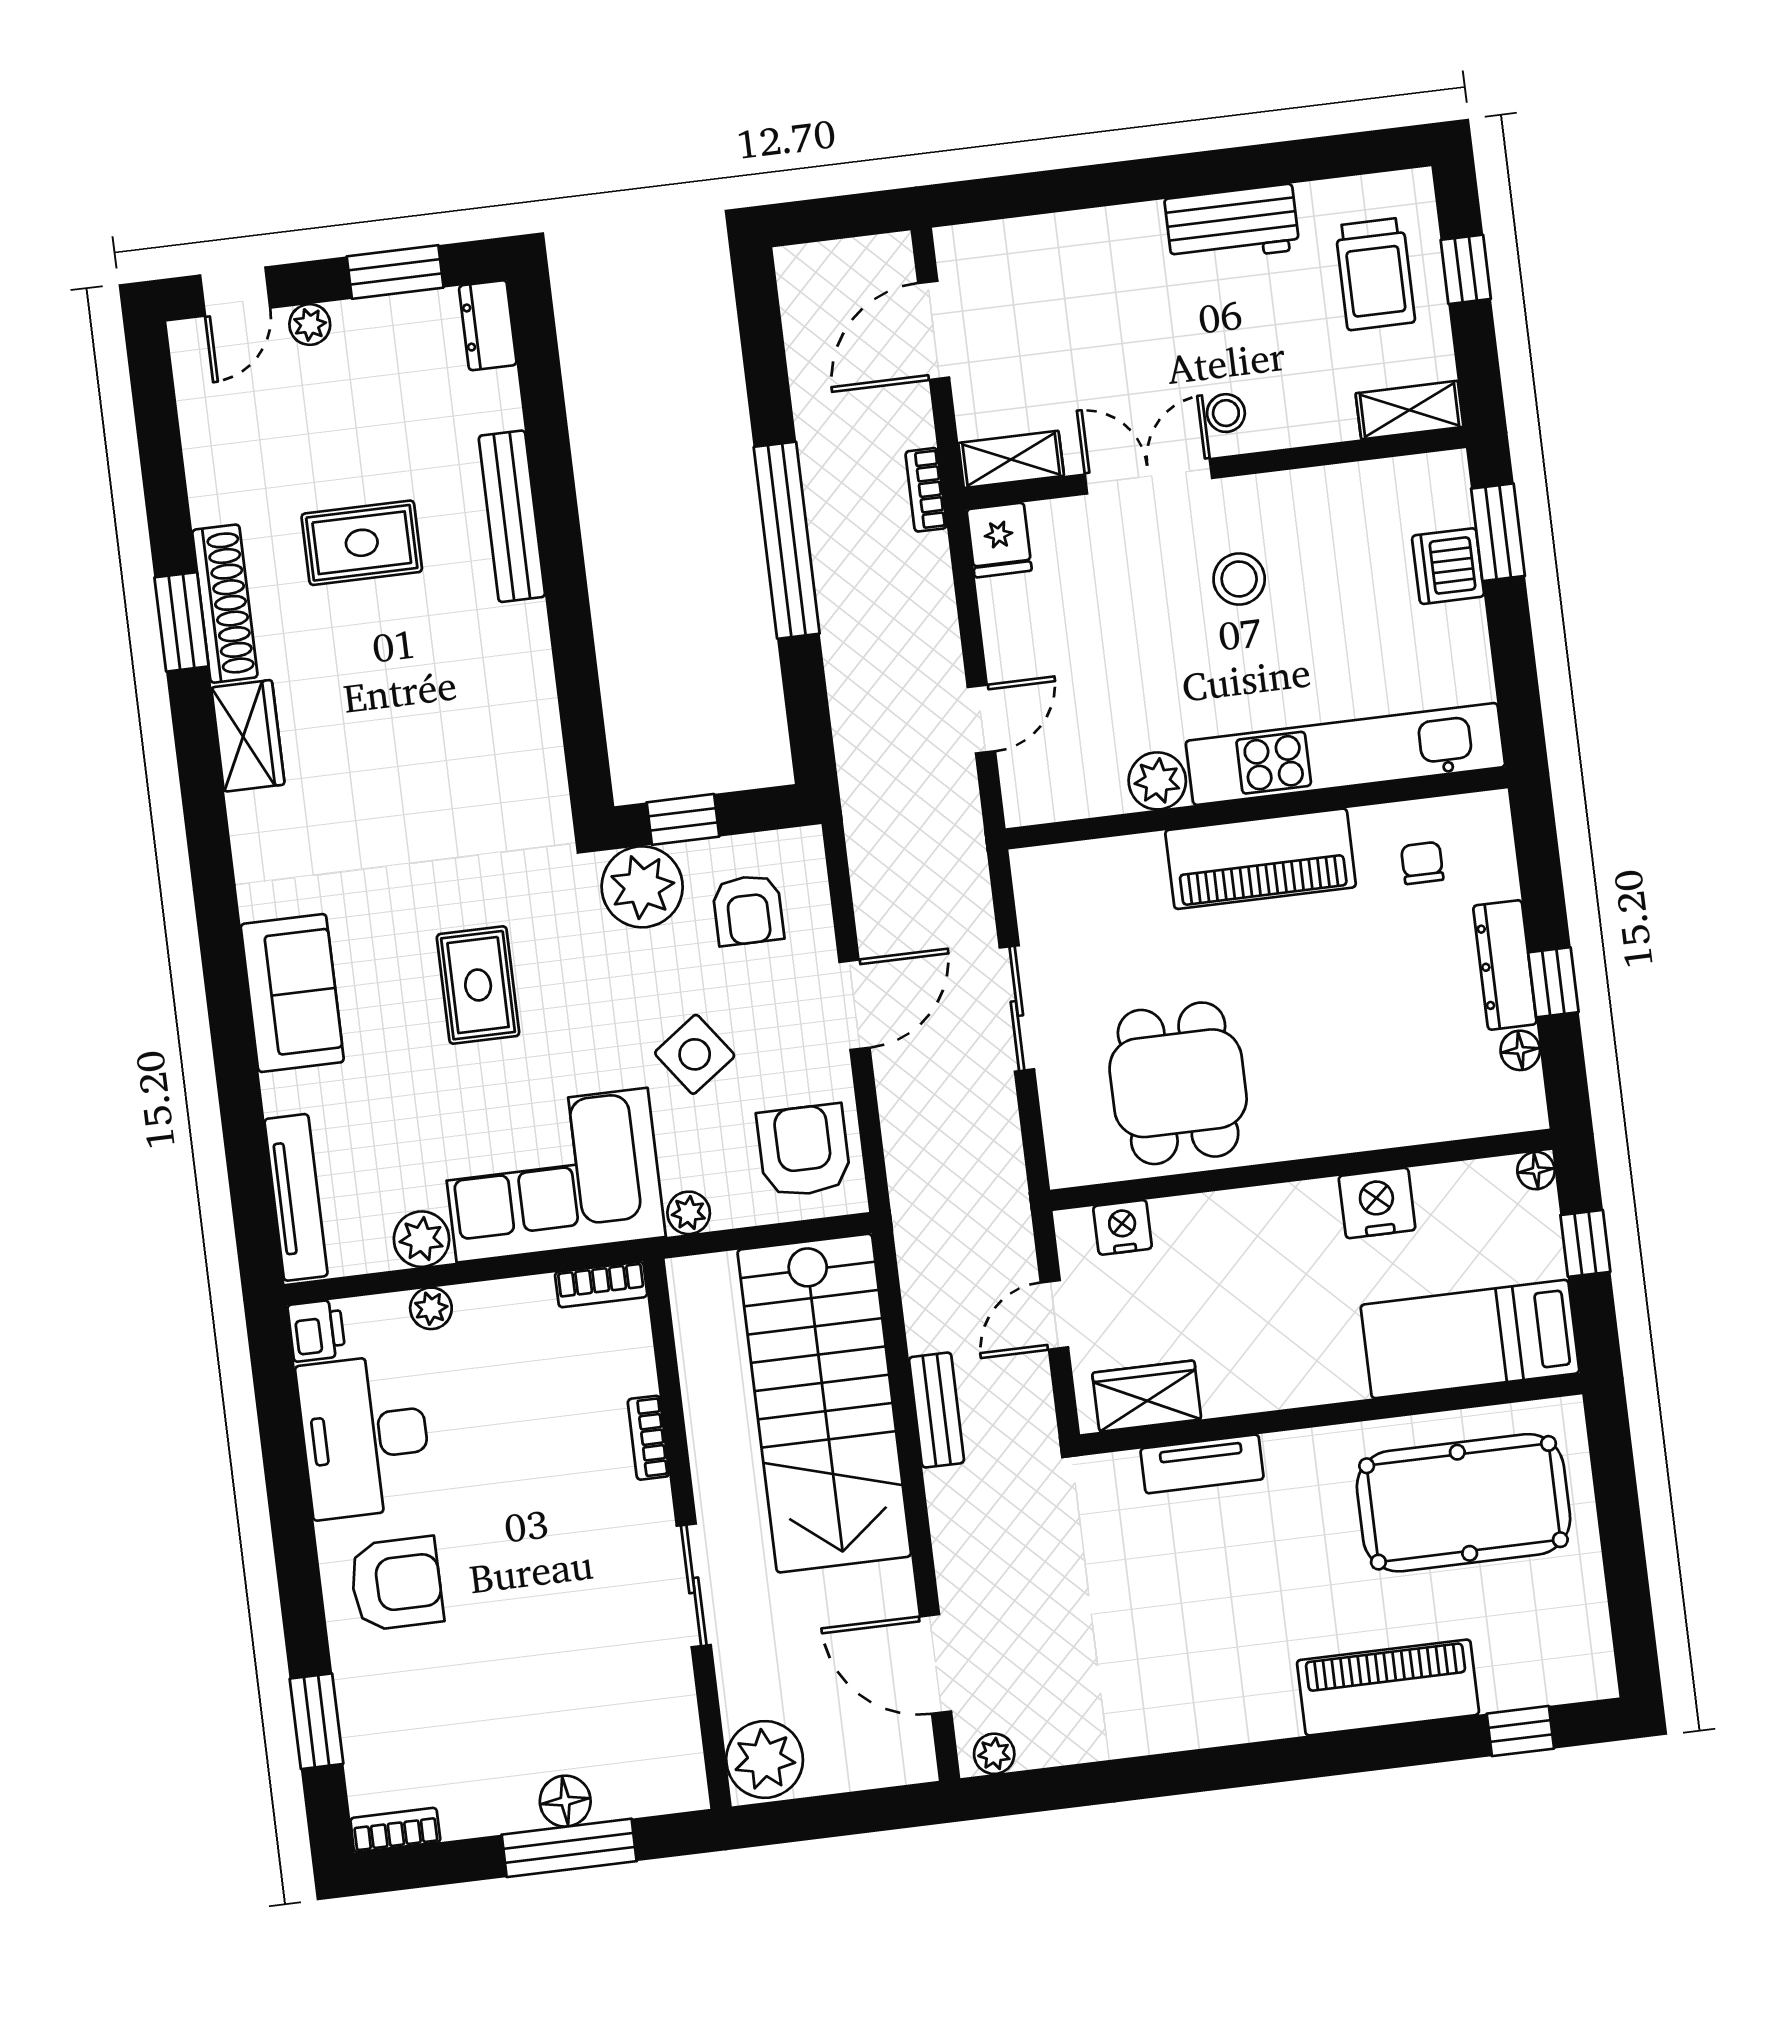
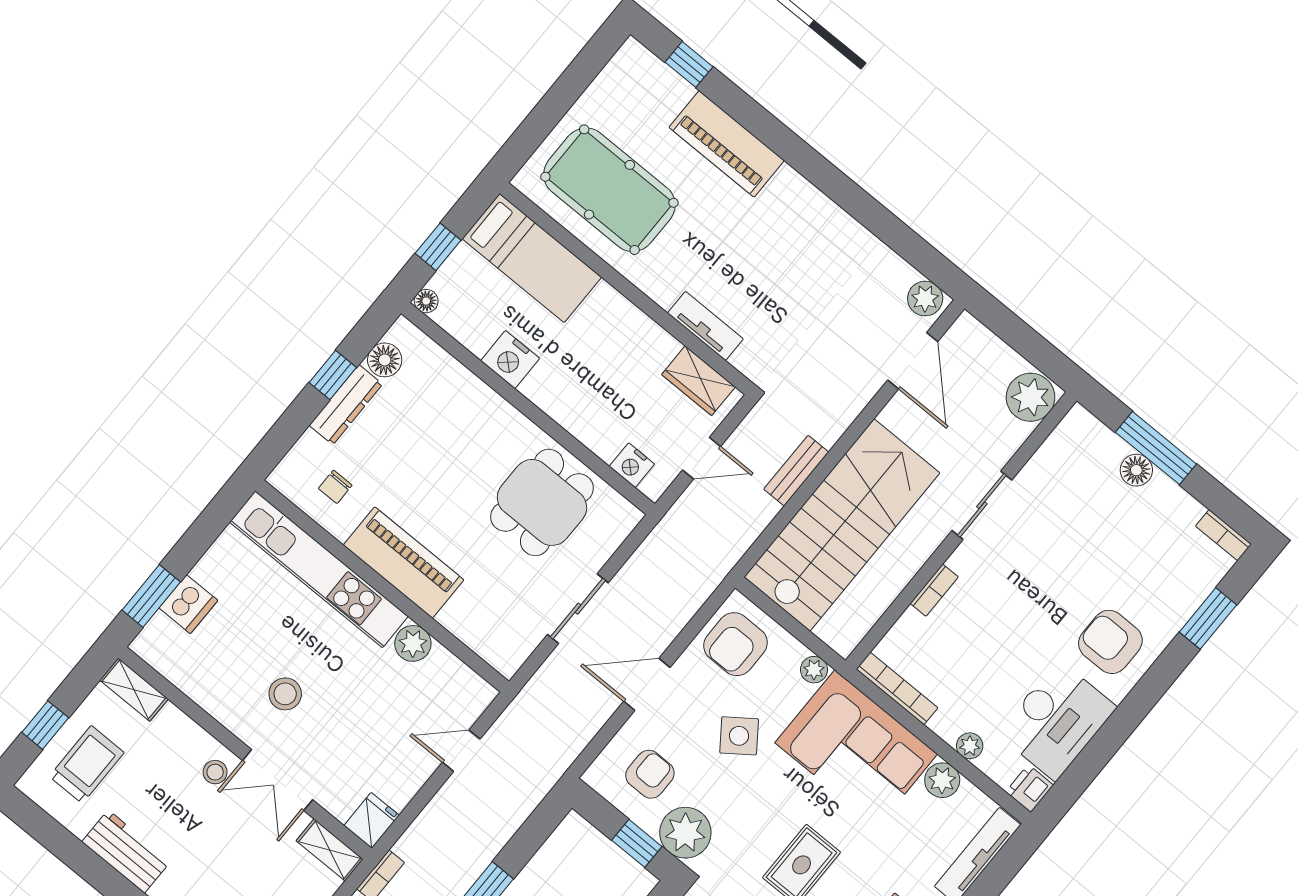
floor lamp: (1520, 1050) -> (385, 360), width x1.37, depth x1.37
bookcase: (601, 1285) -> (897, 688), width x1.56
plant: (994, 1754) -> (925, 299), width x1.38, depth x1.38

